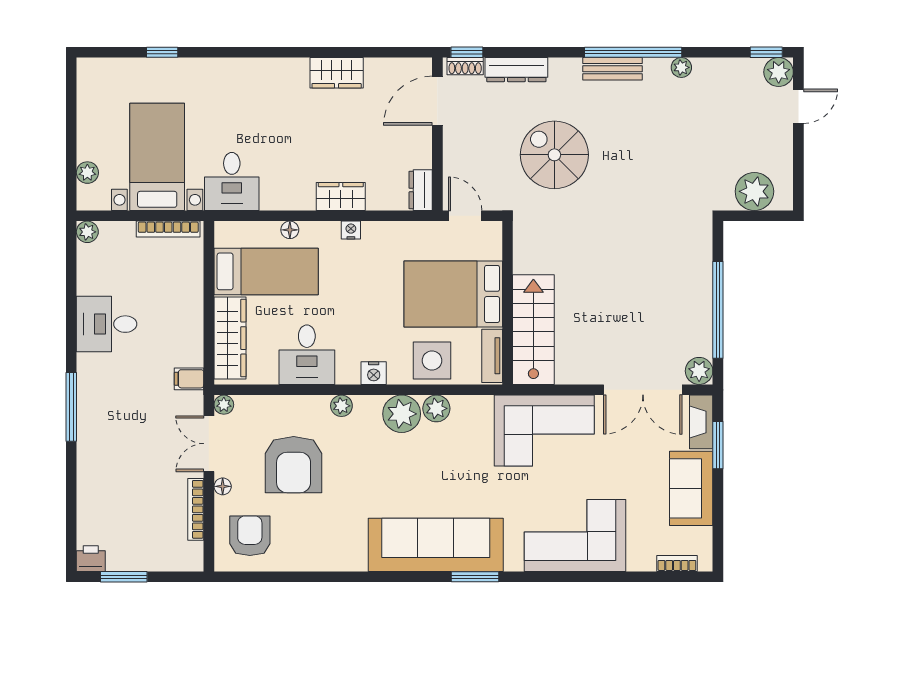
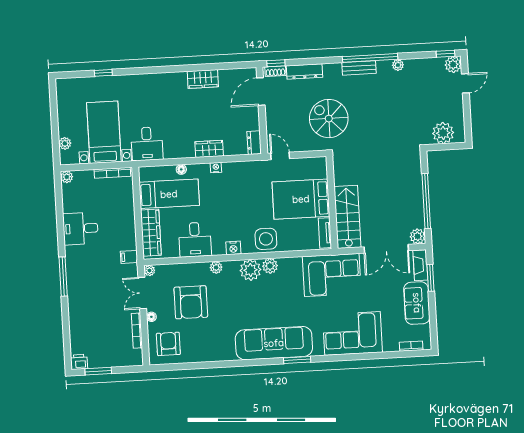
bed: (453, 294) -> (301, 199), moved
wall: (508, 303) -> (332, 202), moved
stairs: (533, 330) -> (347, 217), moved
tv unit: (492, 356) -> (325, 233), moved

